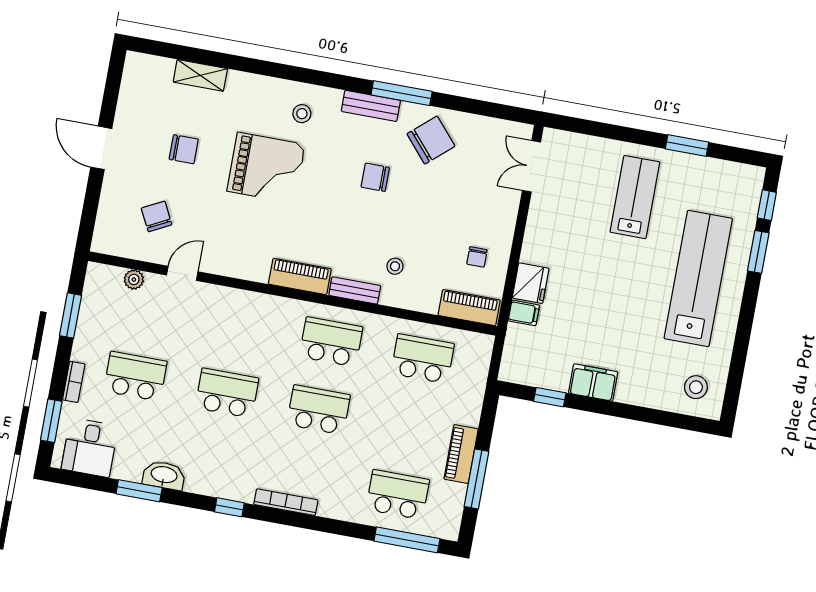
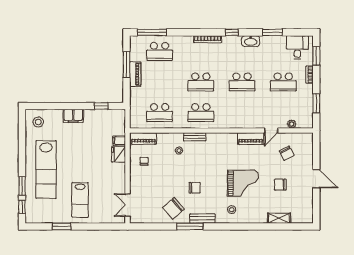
double door: (531, 166) -> (128, 205), swing flipped
grand piano: (266, 168) -> (243, 183), turned 180
piano: (300, 277) -> (251, 139), moved
filing cabinet: (593, 383) -> (73, 116), moved
washbasin: (164, 475) -> (251, 41), moved

